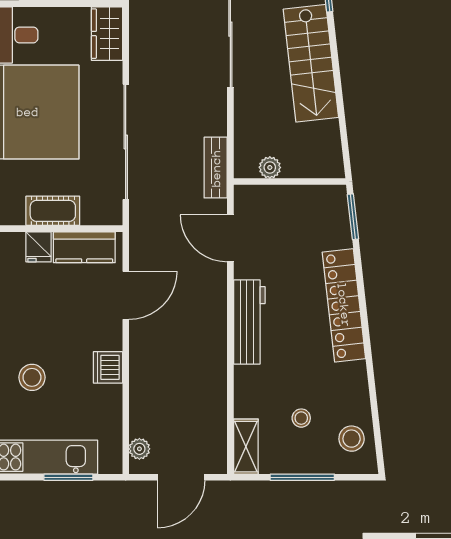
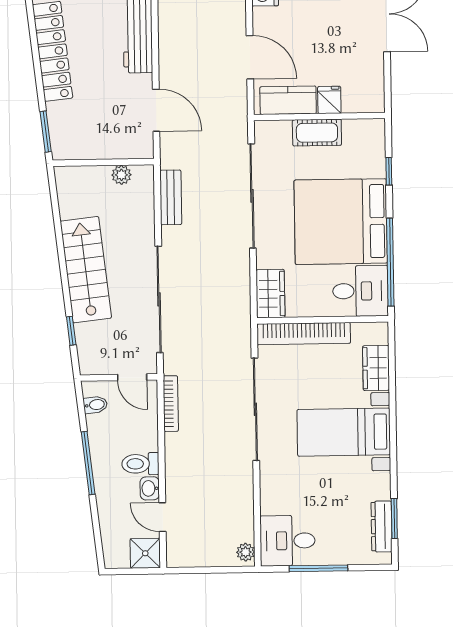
bench: (216, 168) -> (171, 197), moved
door: (126, 295) -> (250, 57), swing flipped

